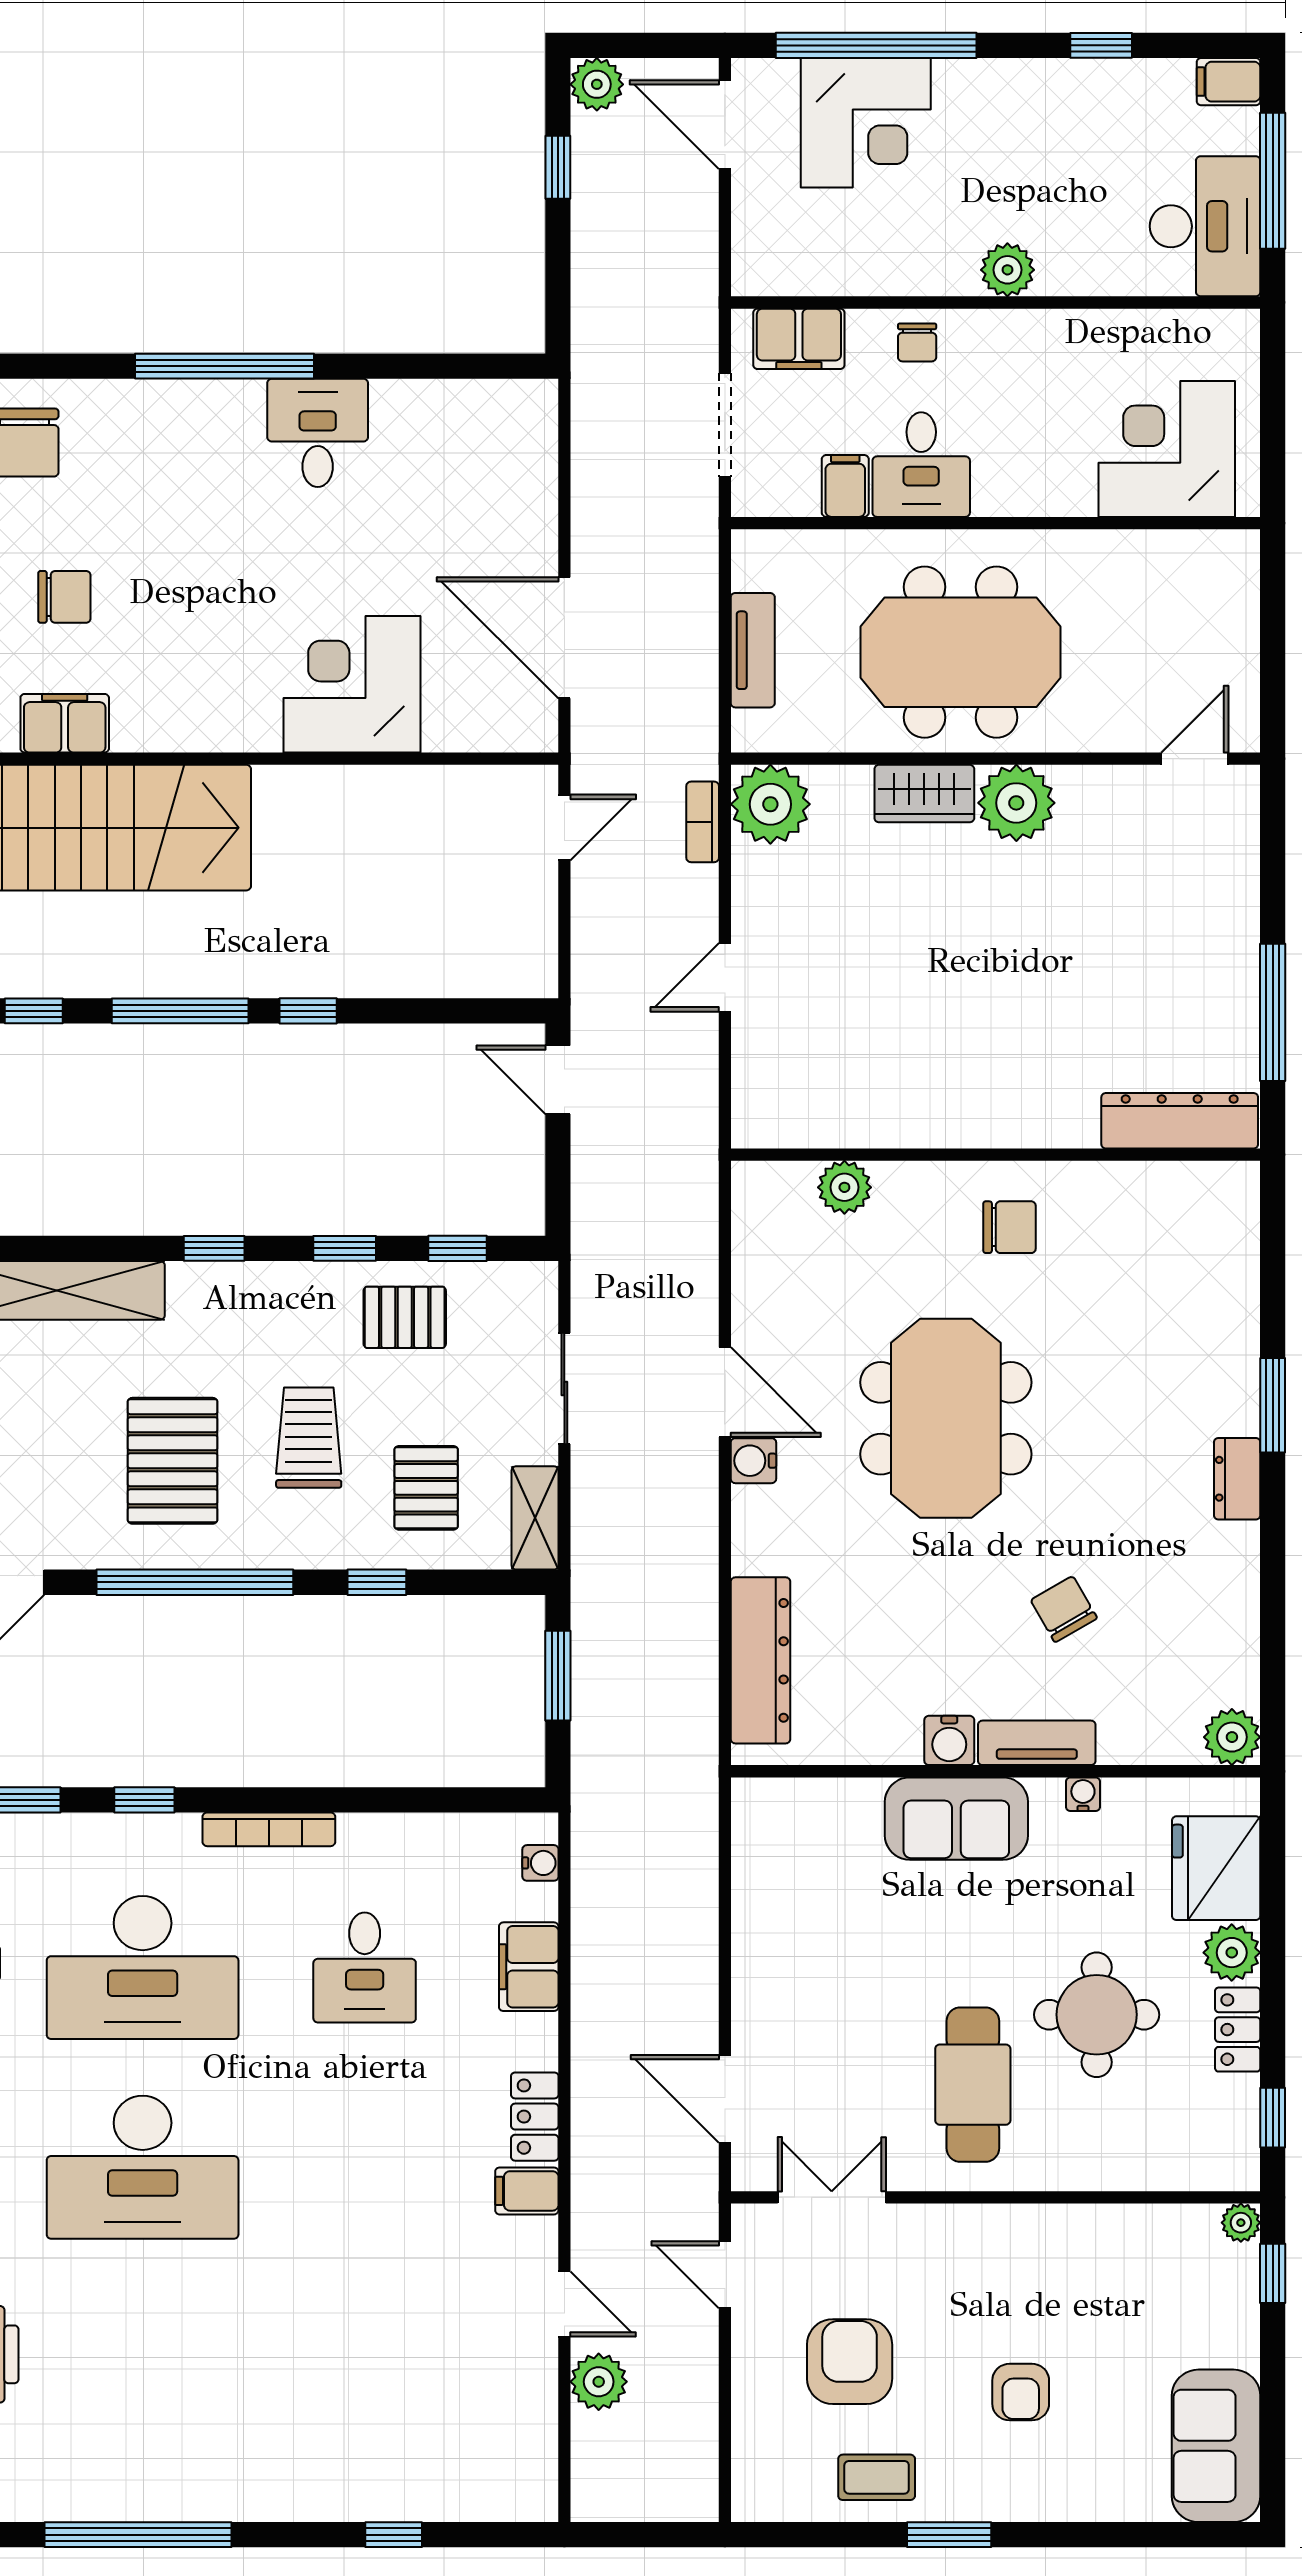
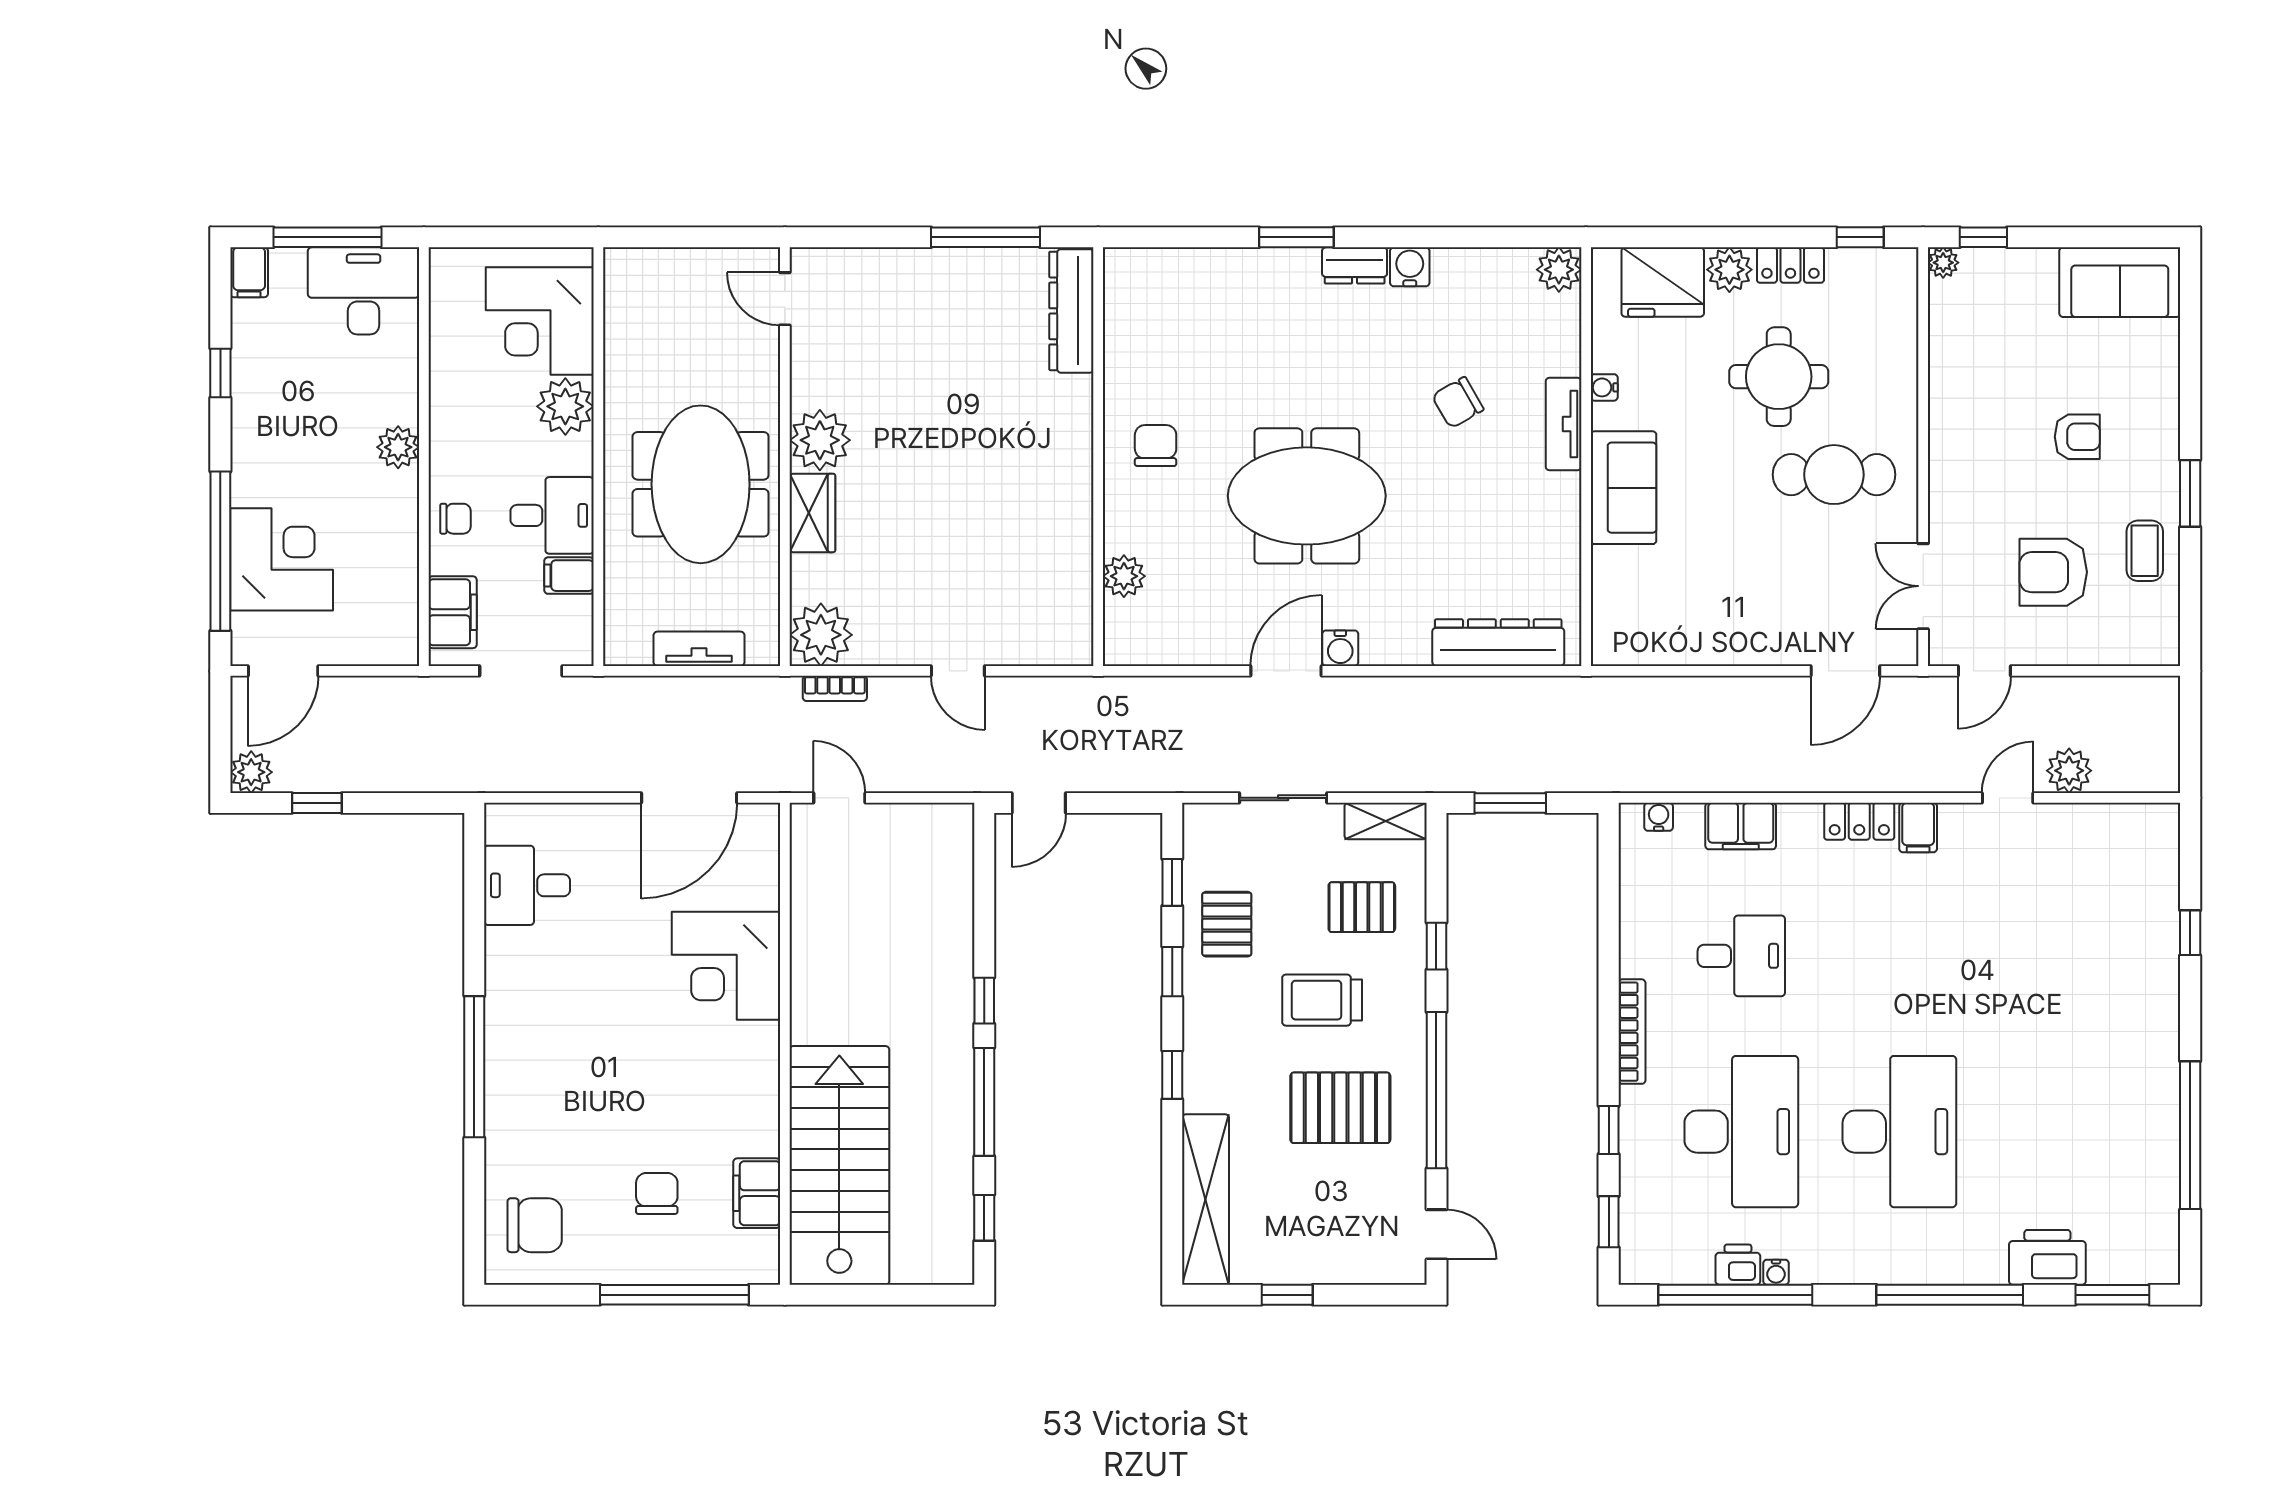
desk: (318, 433) -> (527, 885), moved
plant: (1059, 481) -> (565, 406), added
water cooler: (949, 1740) -> (1410, 267), moved, turned -90

